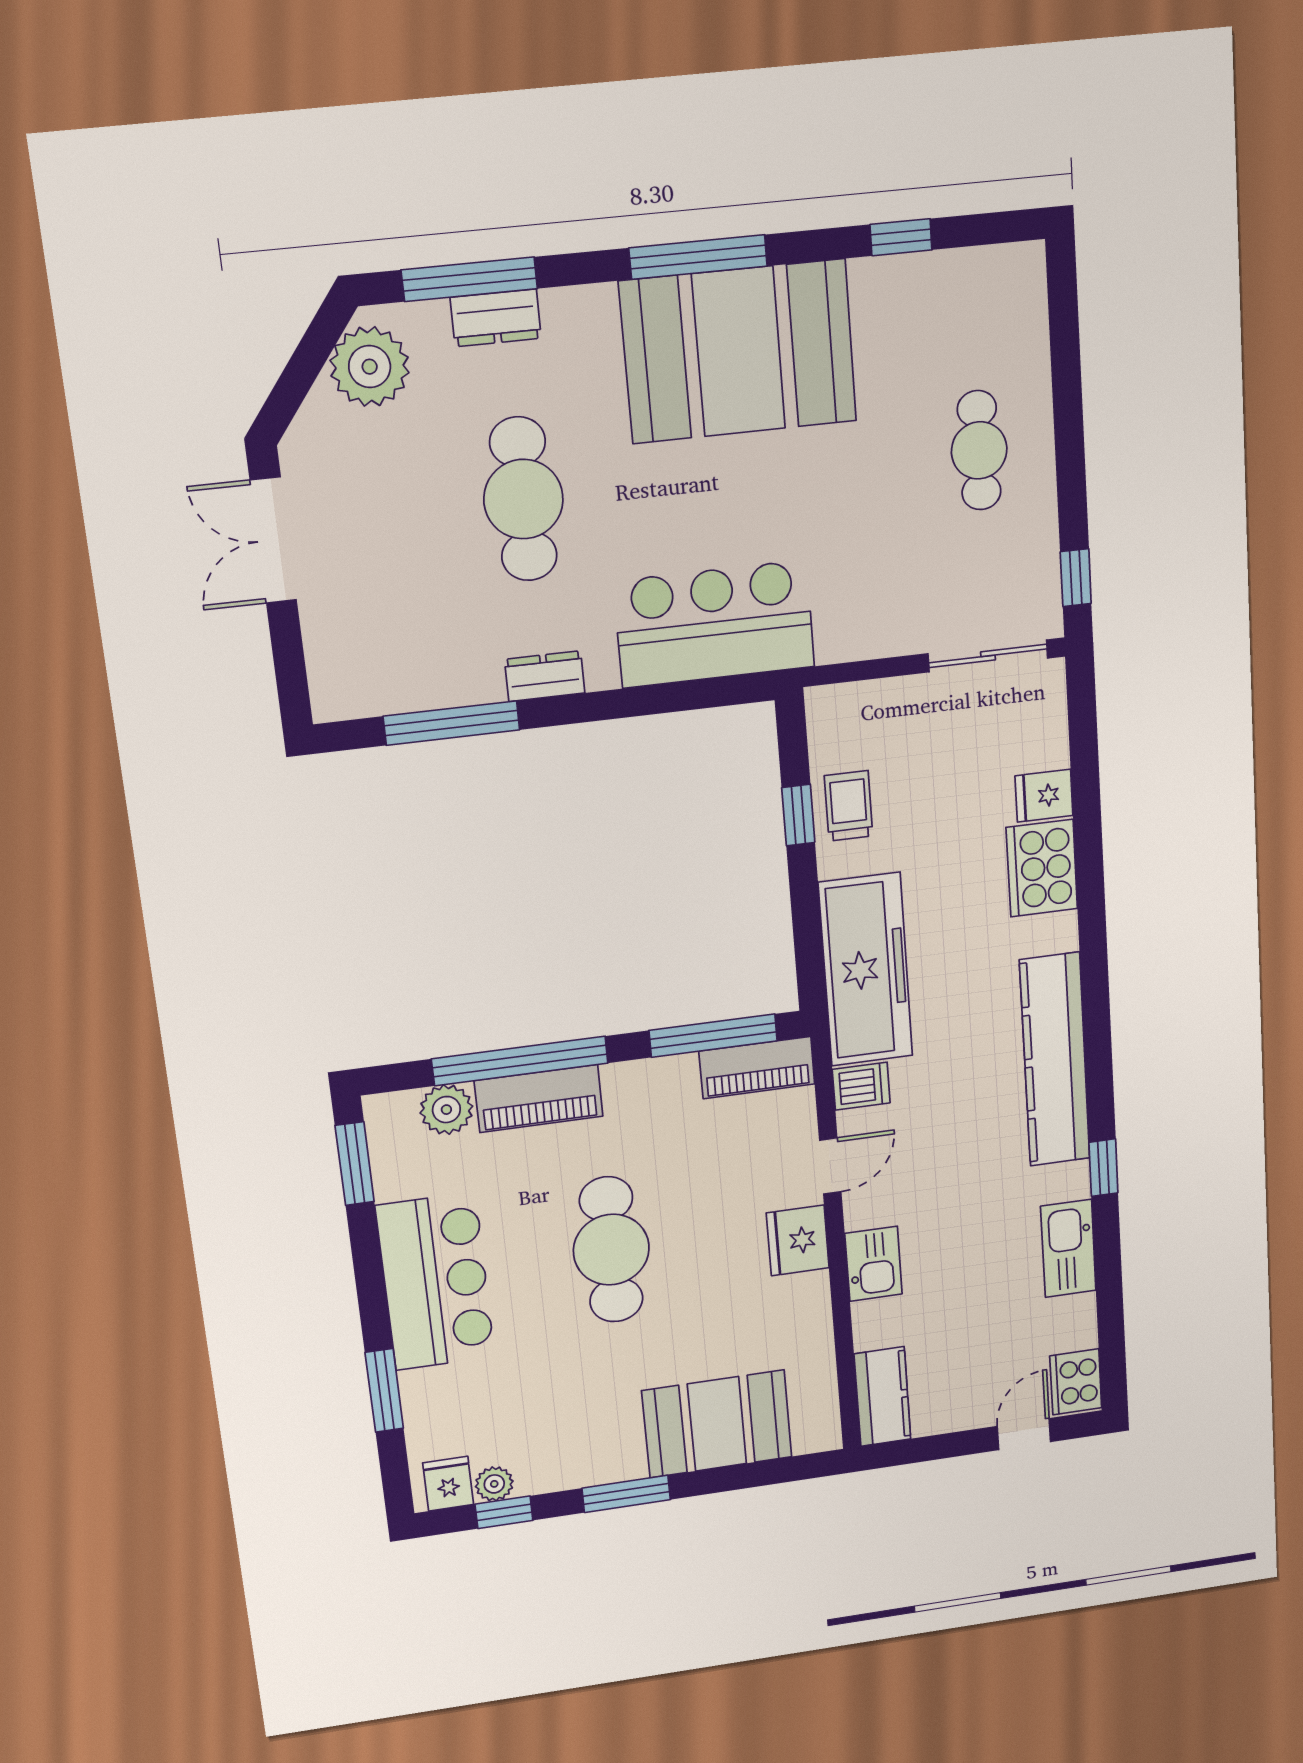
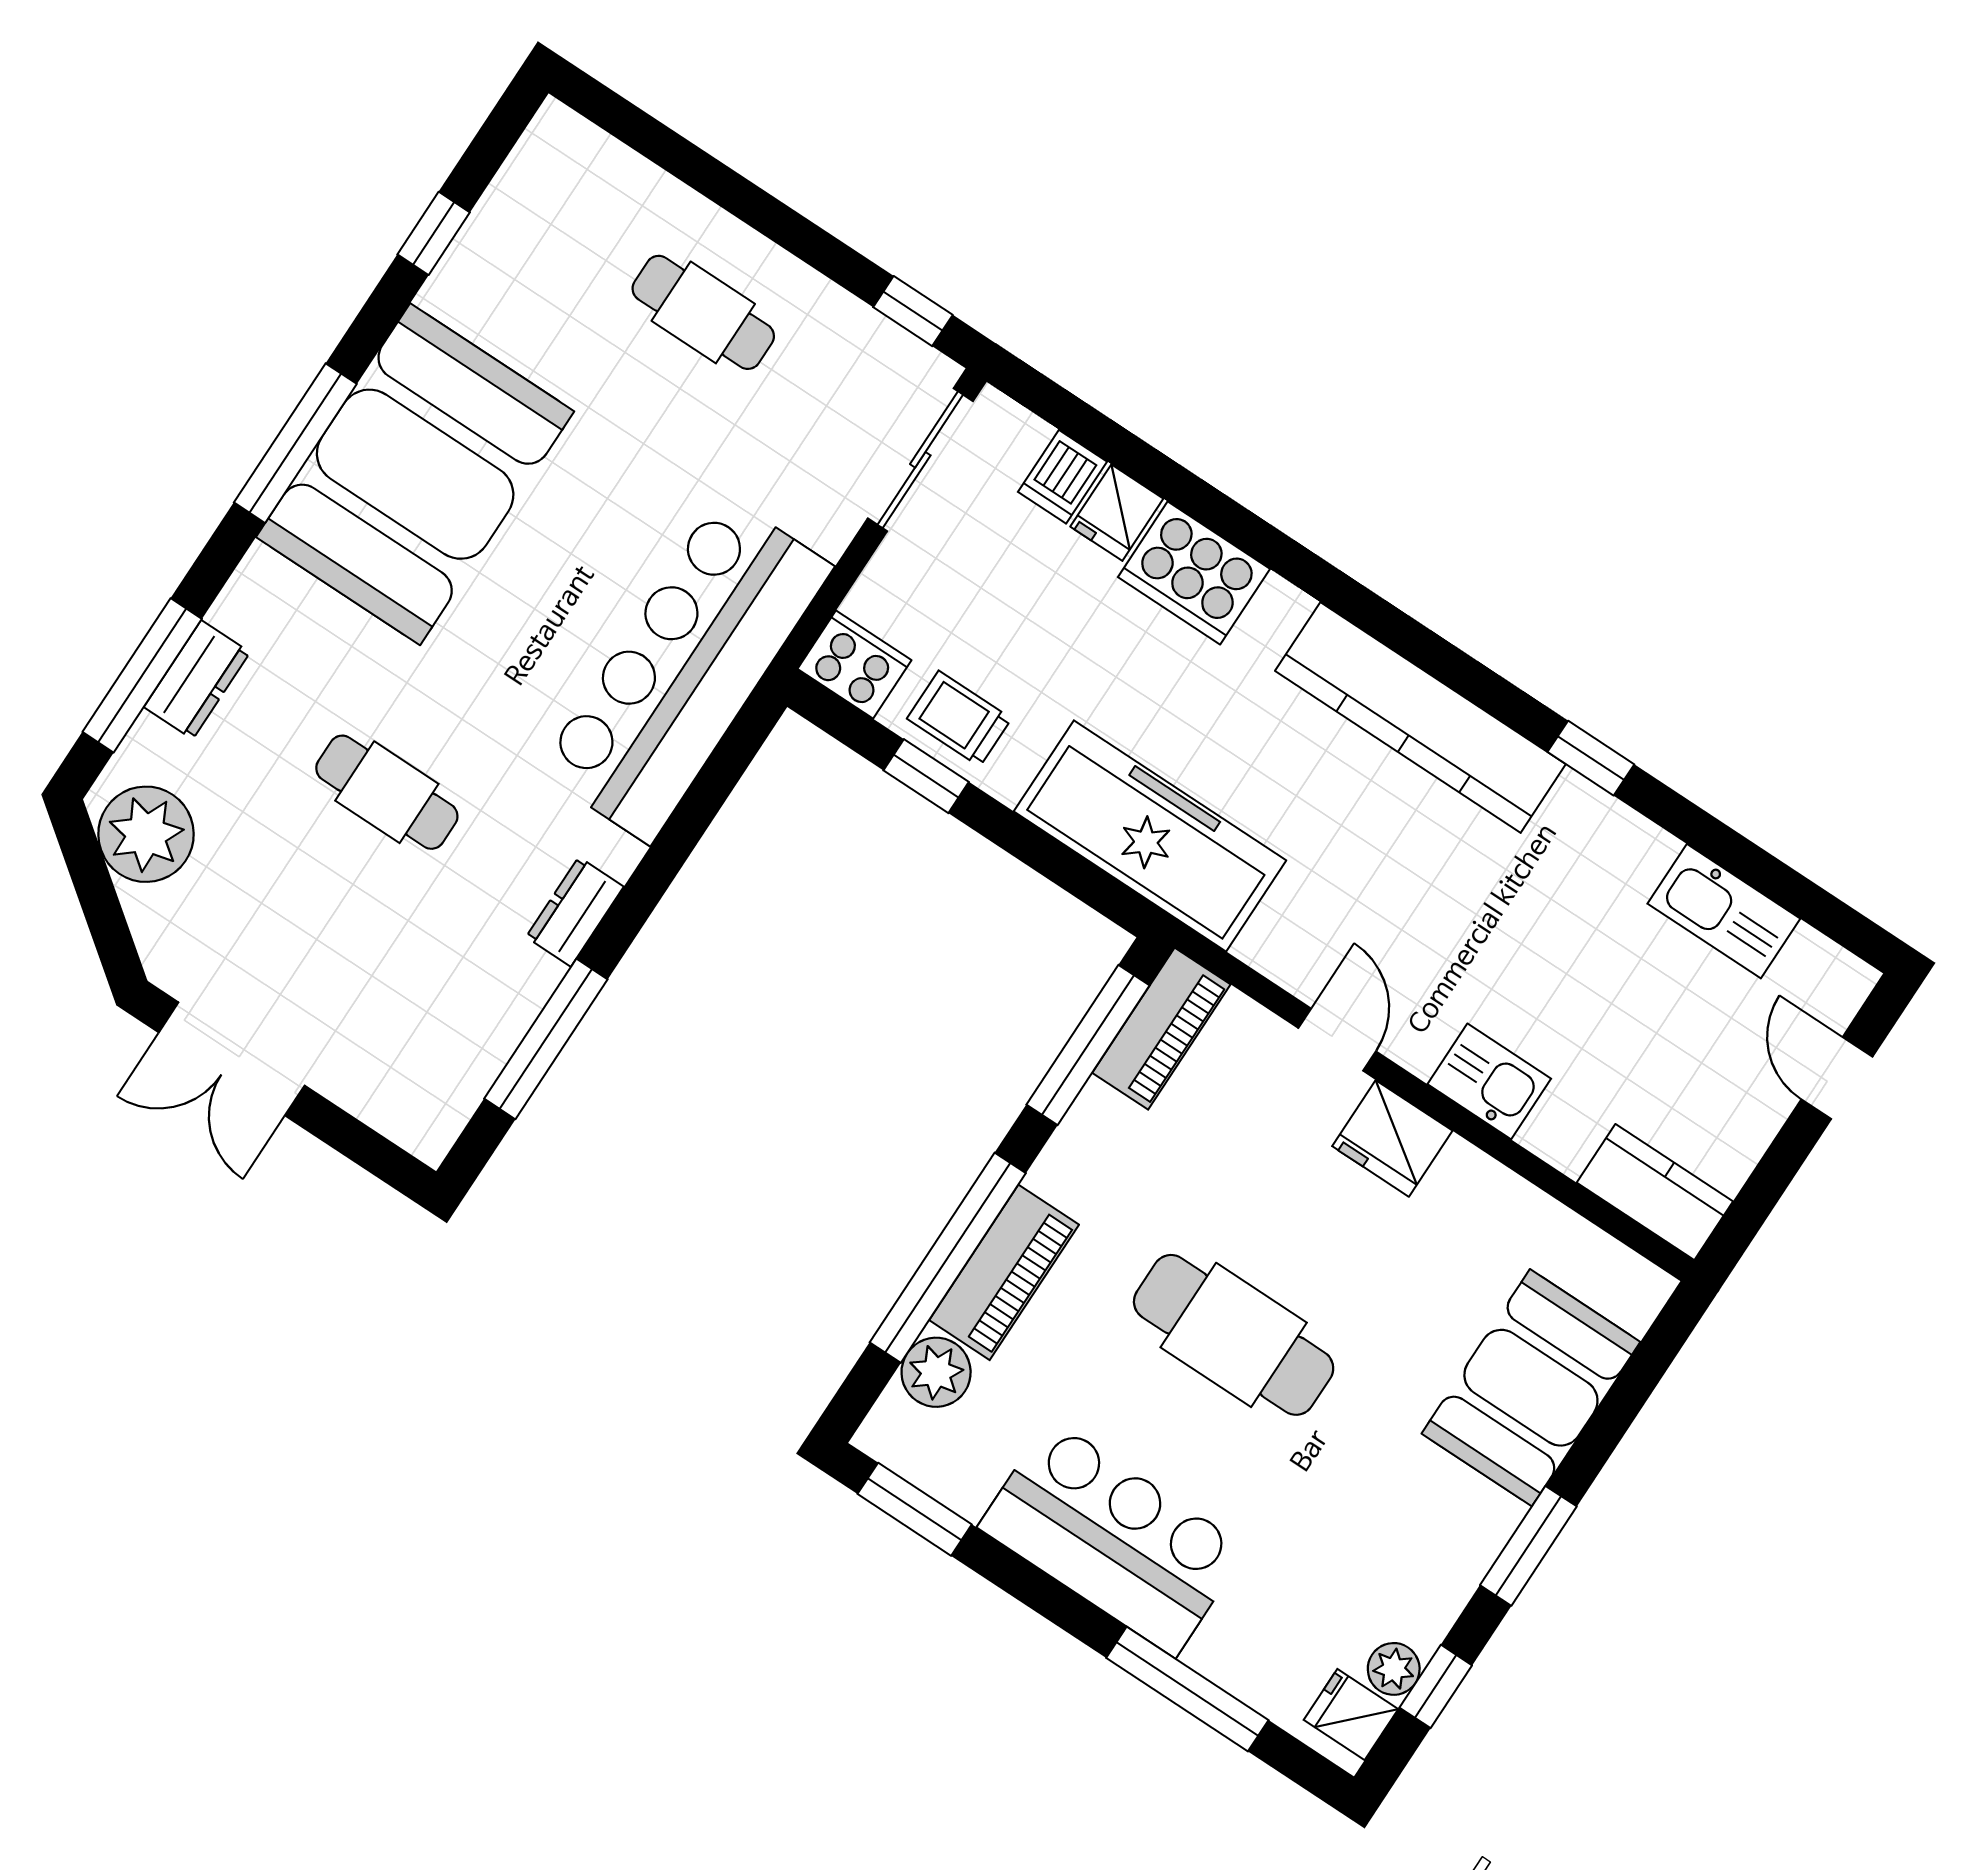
cafe table: (523, 499) -> (387, 792), width x0.73, depth x0.74
bar counter: (714, 624) -> (686, 669), width x1.36
dishwasher: (861, 1086) -> (1062, 477), moved, turned 180
kitchen sink: (1068, 1248) -> (1724, 911), moved
cooker: (1076, 1382) -> (854, 665), moved, turned 180
window: (384, 1390) -> (1187, 1689), width x1.44

